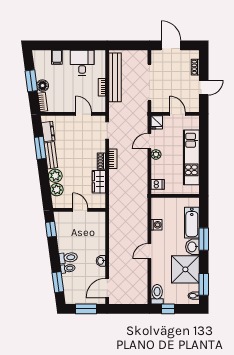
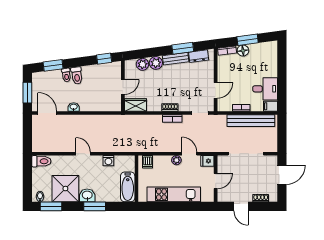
filing cabinet: (57, 57) -> (270, 106), moved
wardrobe: (99, 182) -> (136, 105), moved
bathtub: (192, 223) -> (128, 187), moved, turned -90
window: (168, 309) -> (27, 172), removed

